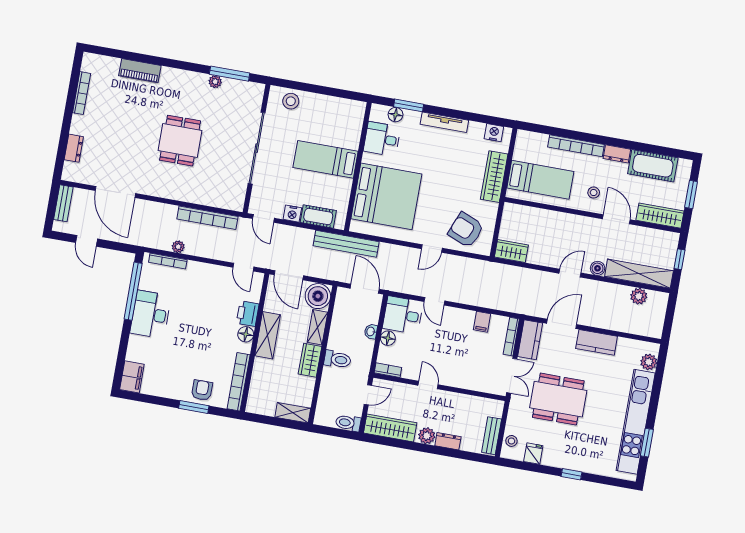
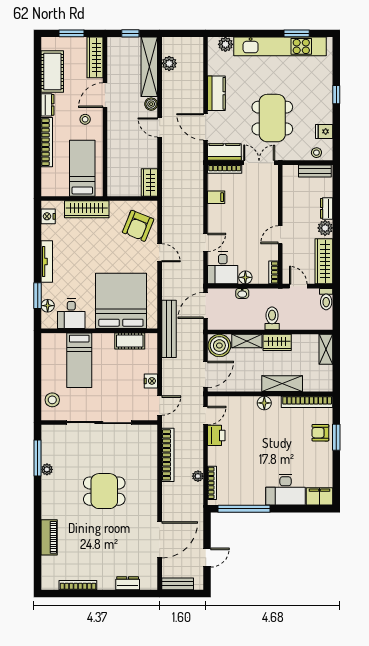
bed: (326, 159) -> (79, 360), moved
cot: (318, 217) -> (130, 341), moved, turned 90
desk: (151, 314) -> (285, 490), moved
printer: (248, 314) -> (216, 435), moved, turned -90
shelving: (268, 335) -> (282, 384), moved

